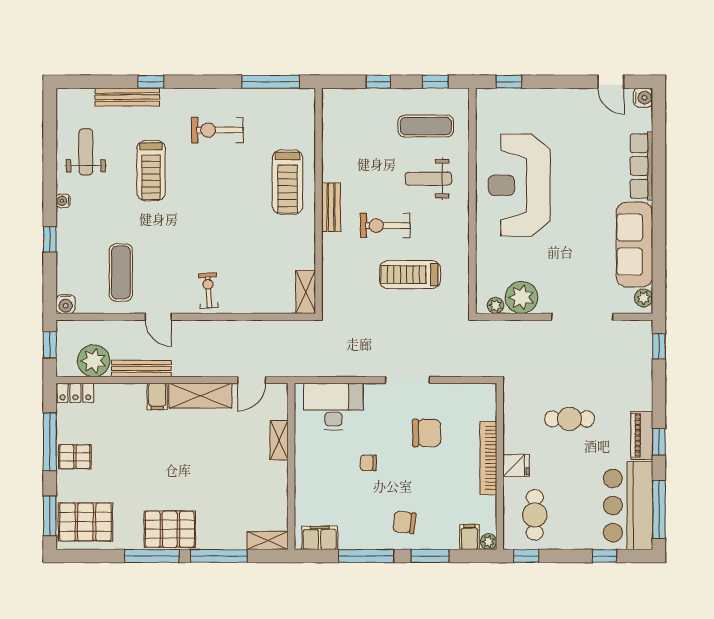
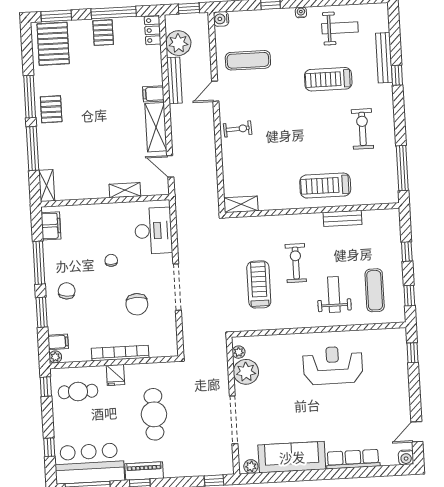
reception desk: (519, 185) -> (333, 365), width x0.74, depth x0.77
bench: (331, 207) -> (342, 218), moved
doorway: (408, 380) -> (177, 287), width x1.36
cafe table: (570, 419) -> (154, 414), width x1.37, depth x1.35
pallet: (170, 529) -> (51, 109), width x0.67, depth x0.71

